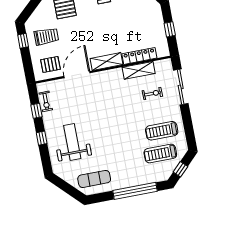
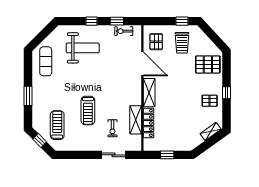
sliding door: (181, 87) -> (114, 155), width x0.73
treadmill: (162, 131) -> (88, 111), moved, turned 180
window: (135, 191) -> (28, 96), width x0.47

